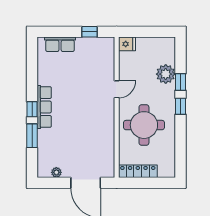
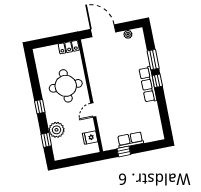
row of seats: (60, 44) -> (130, 140), moved
fridge: (127, 44) -> (90, 138), moved
window: (180, 82) -> (46, 140), moved
locker: (138, 171) -> (69, 47), width x0.66

